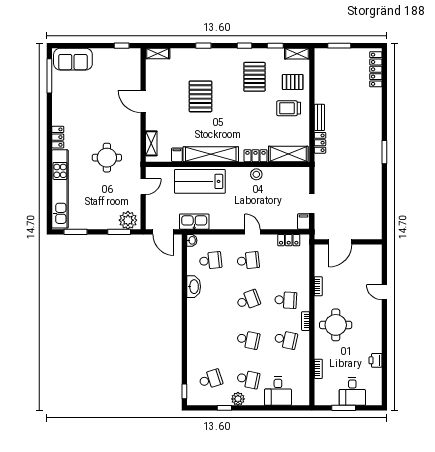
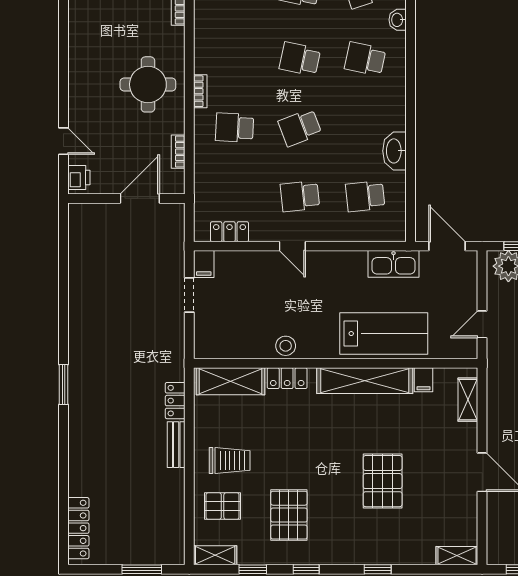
washbasin: (192, 240) -> (398, 20), moved
door: (340, 242) -> (140, 198), moved
wall: (348, 242) -> (126, 198), moved
school desk: (286, 340) -> (365, 59), moved
printer: (375, 360) -> (79, 178), moved

